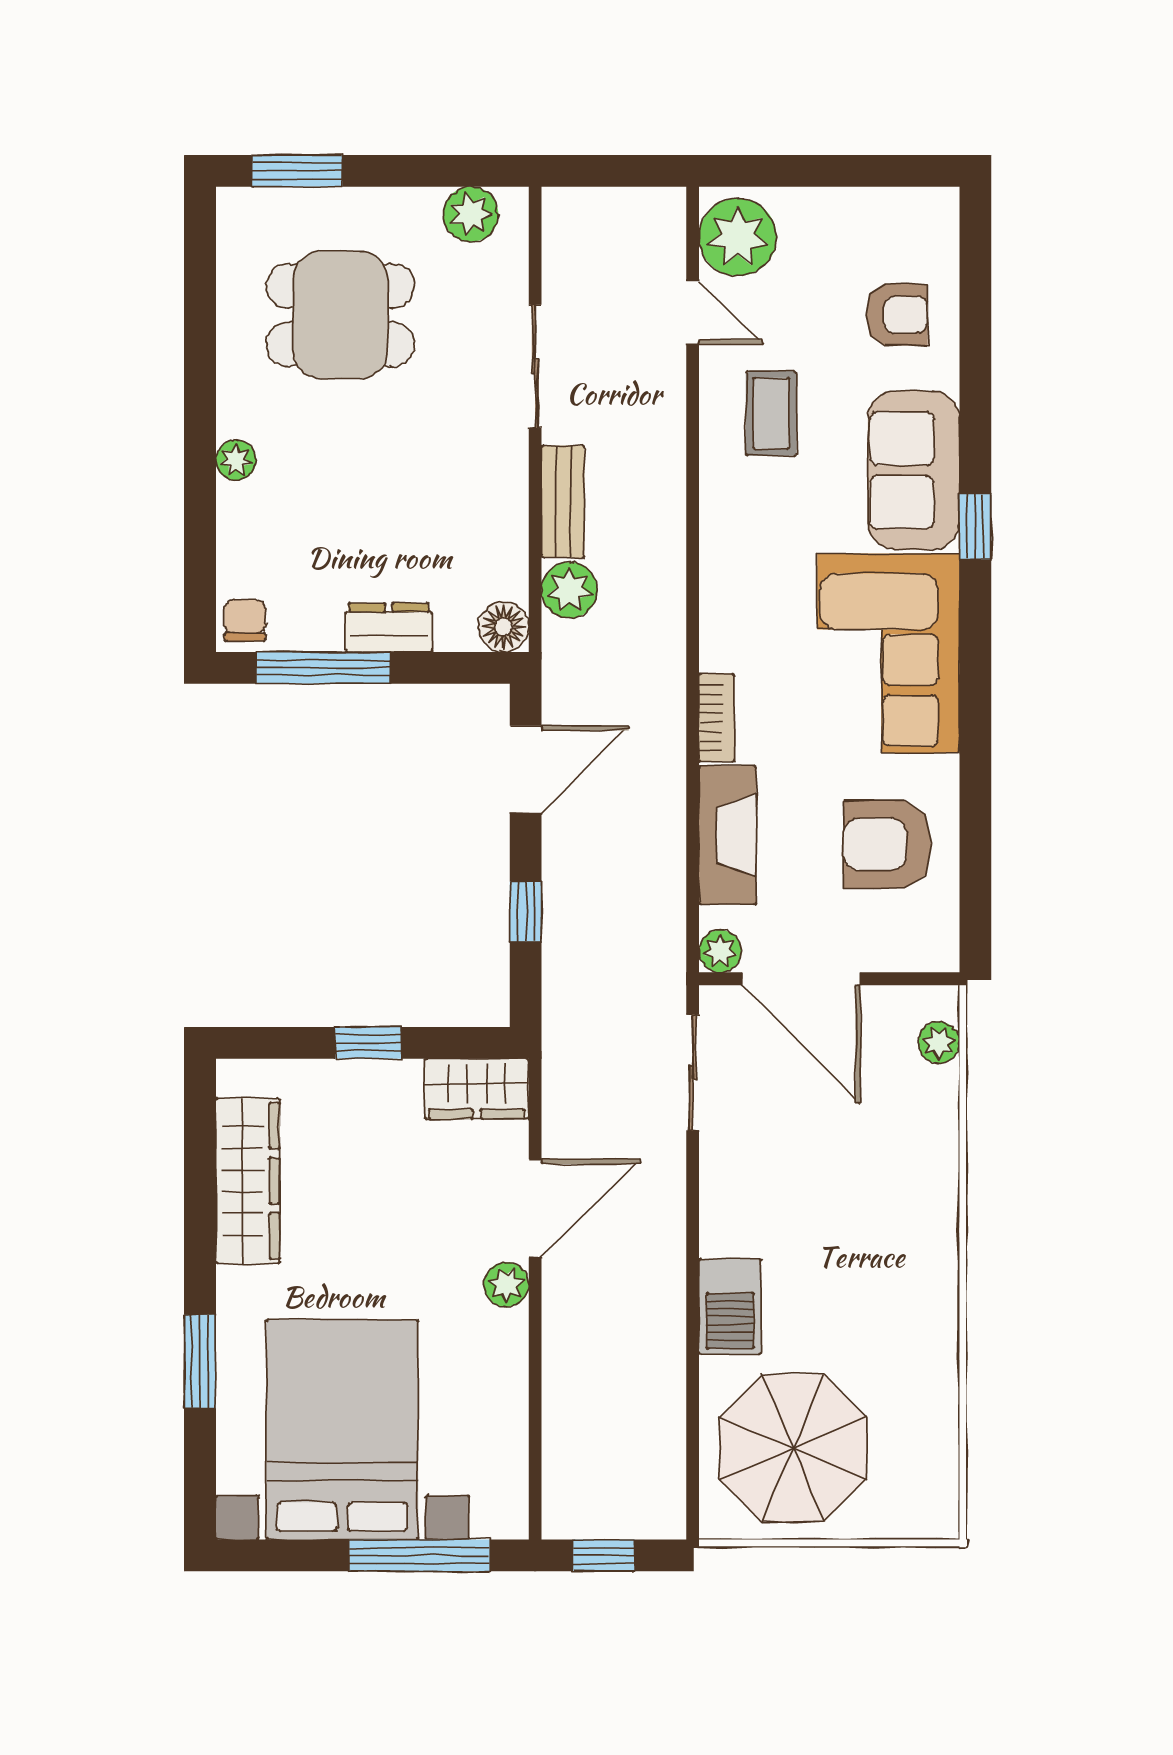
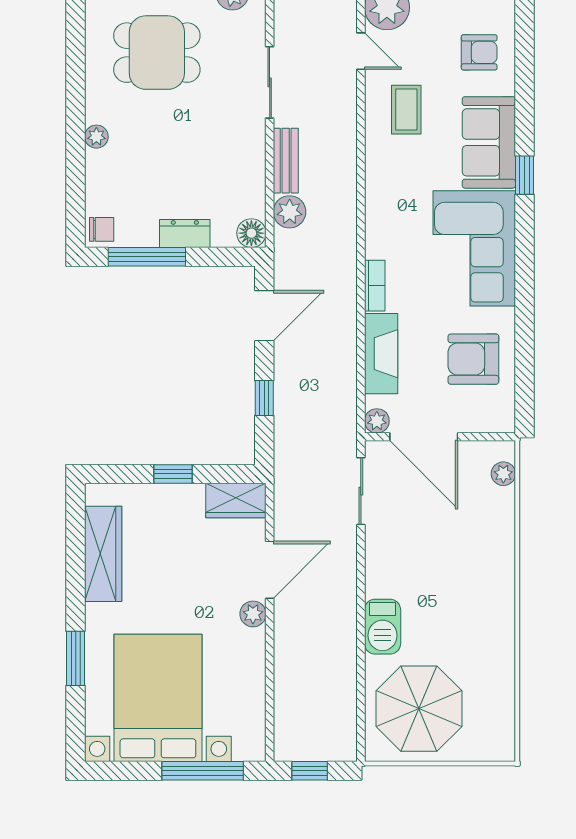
chair: (245, 620) -> (102, 229), turned 90

